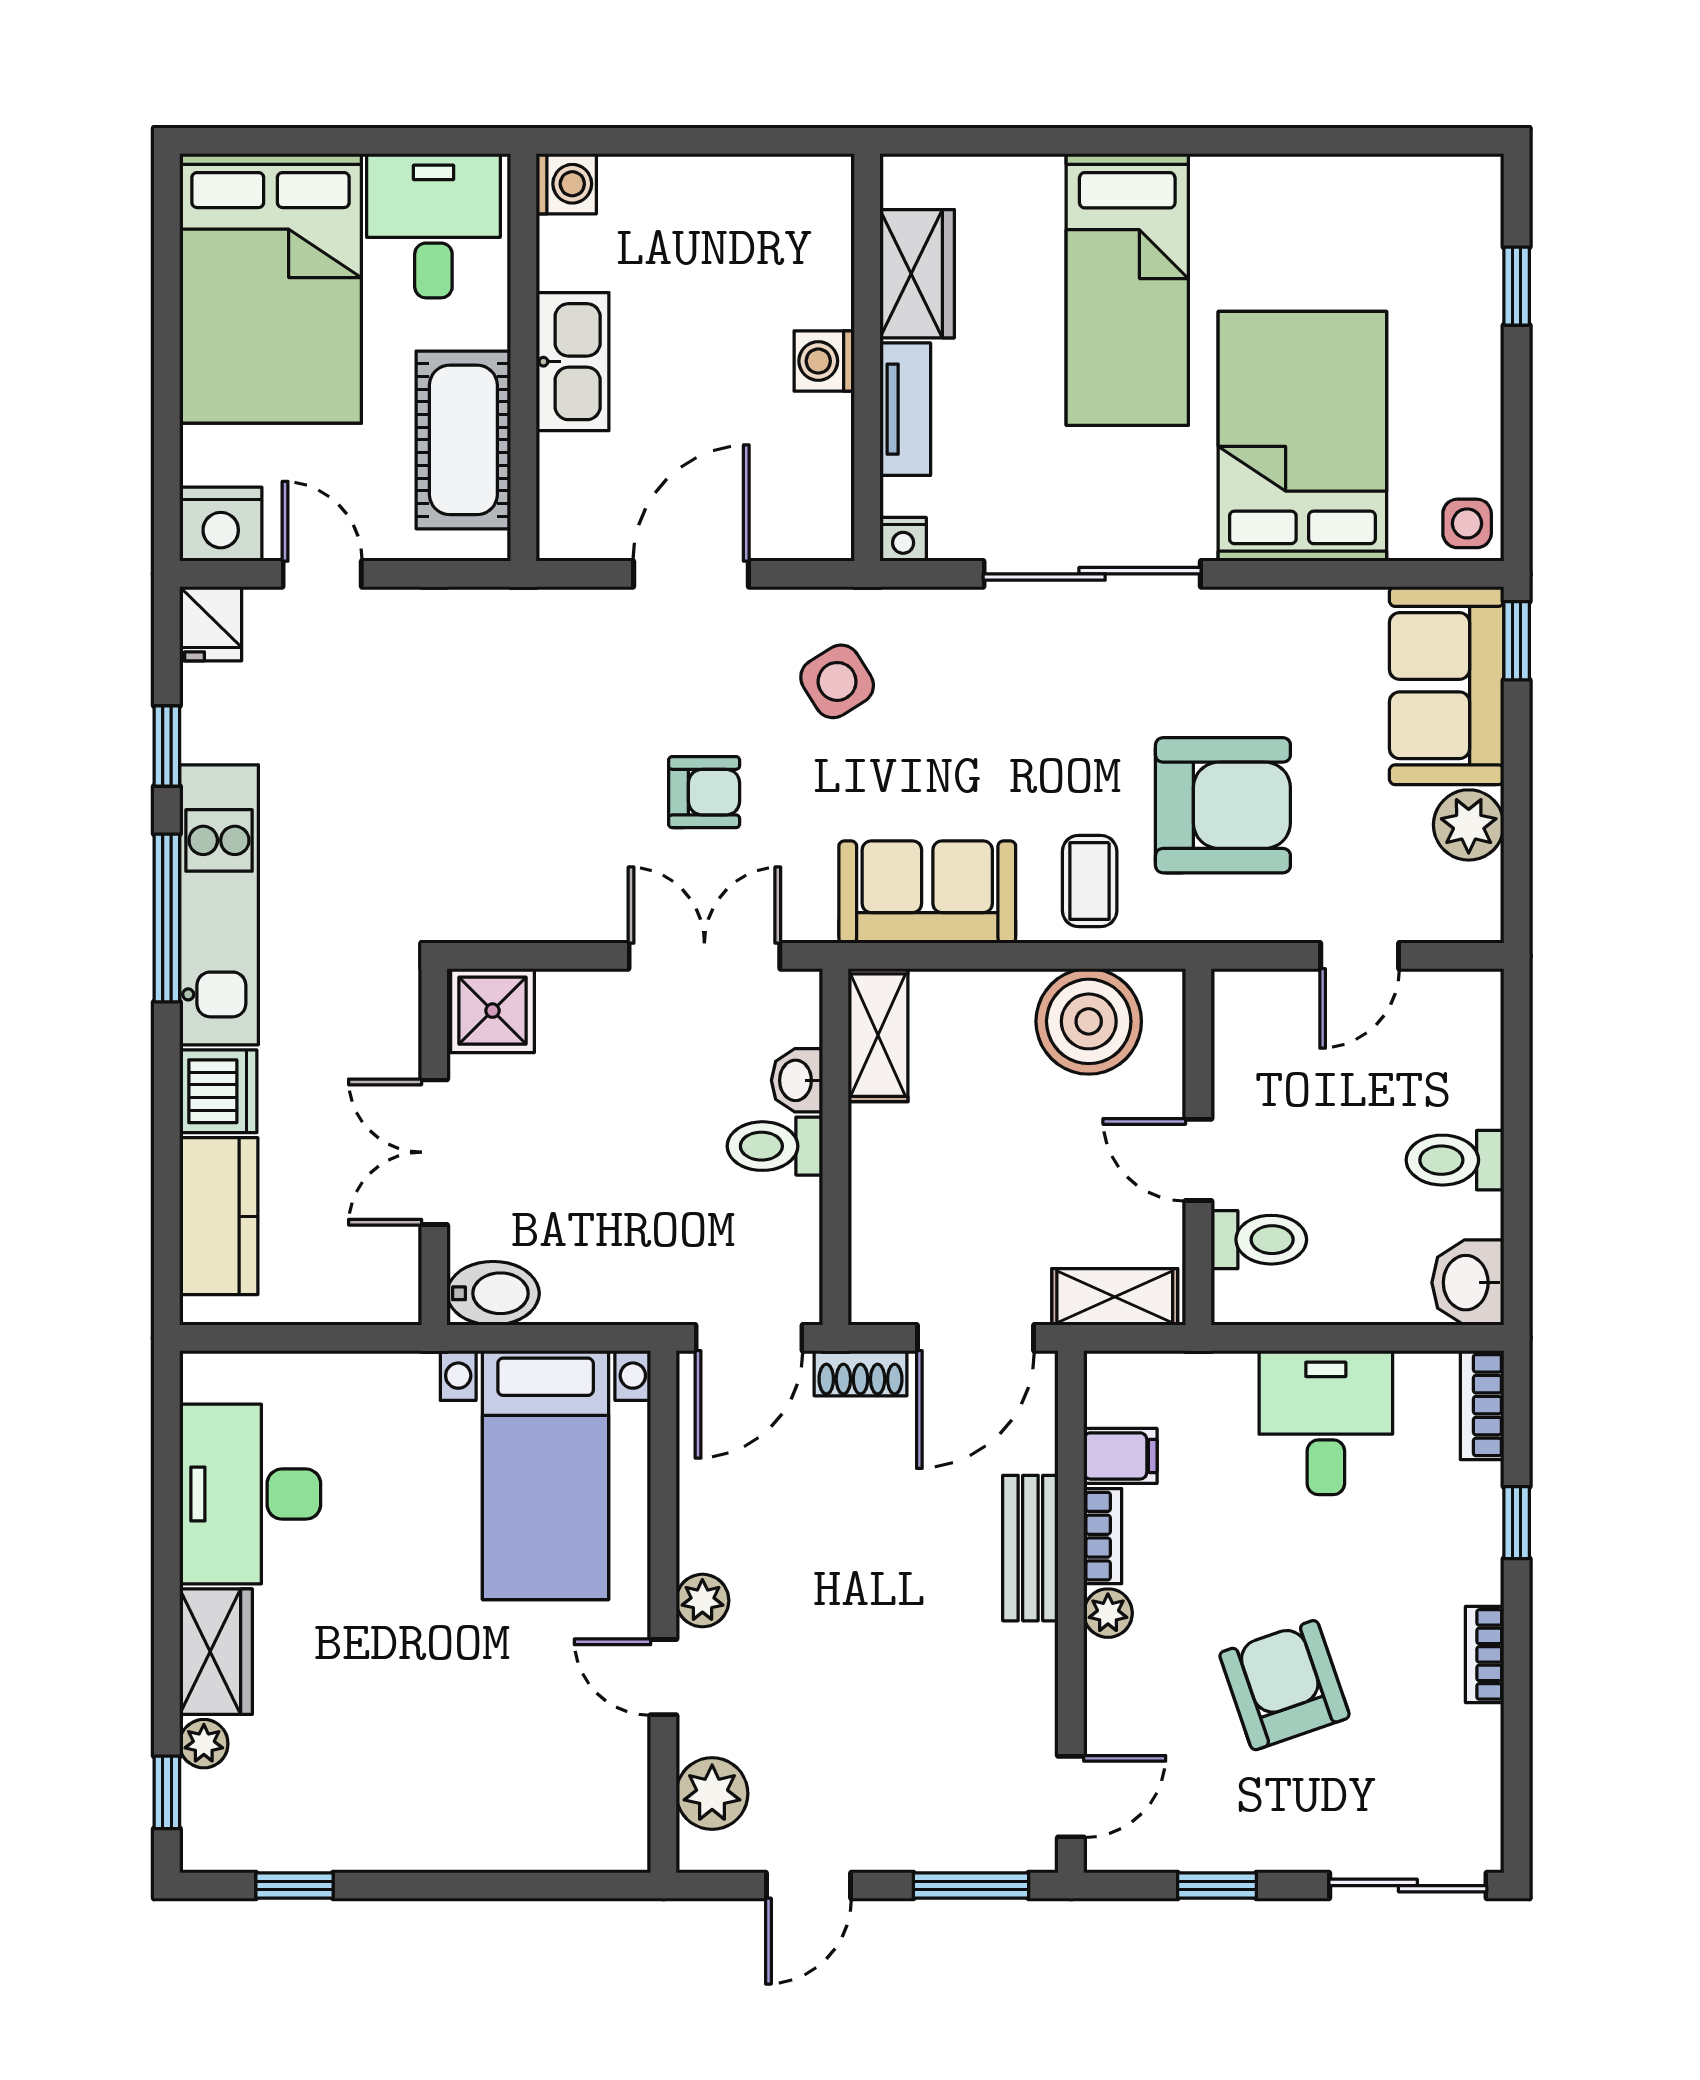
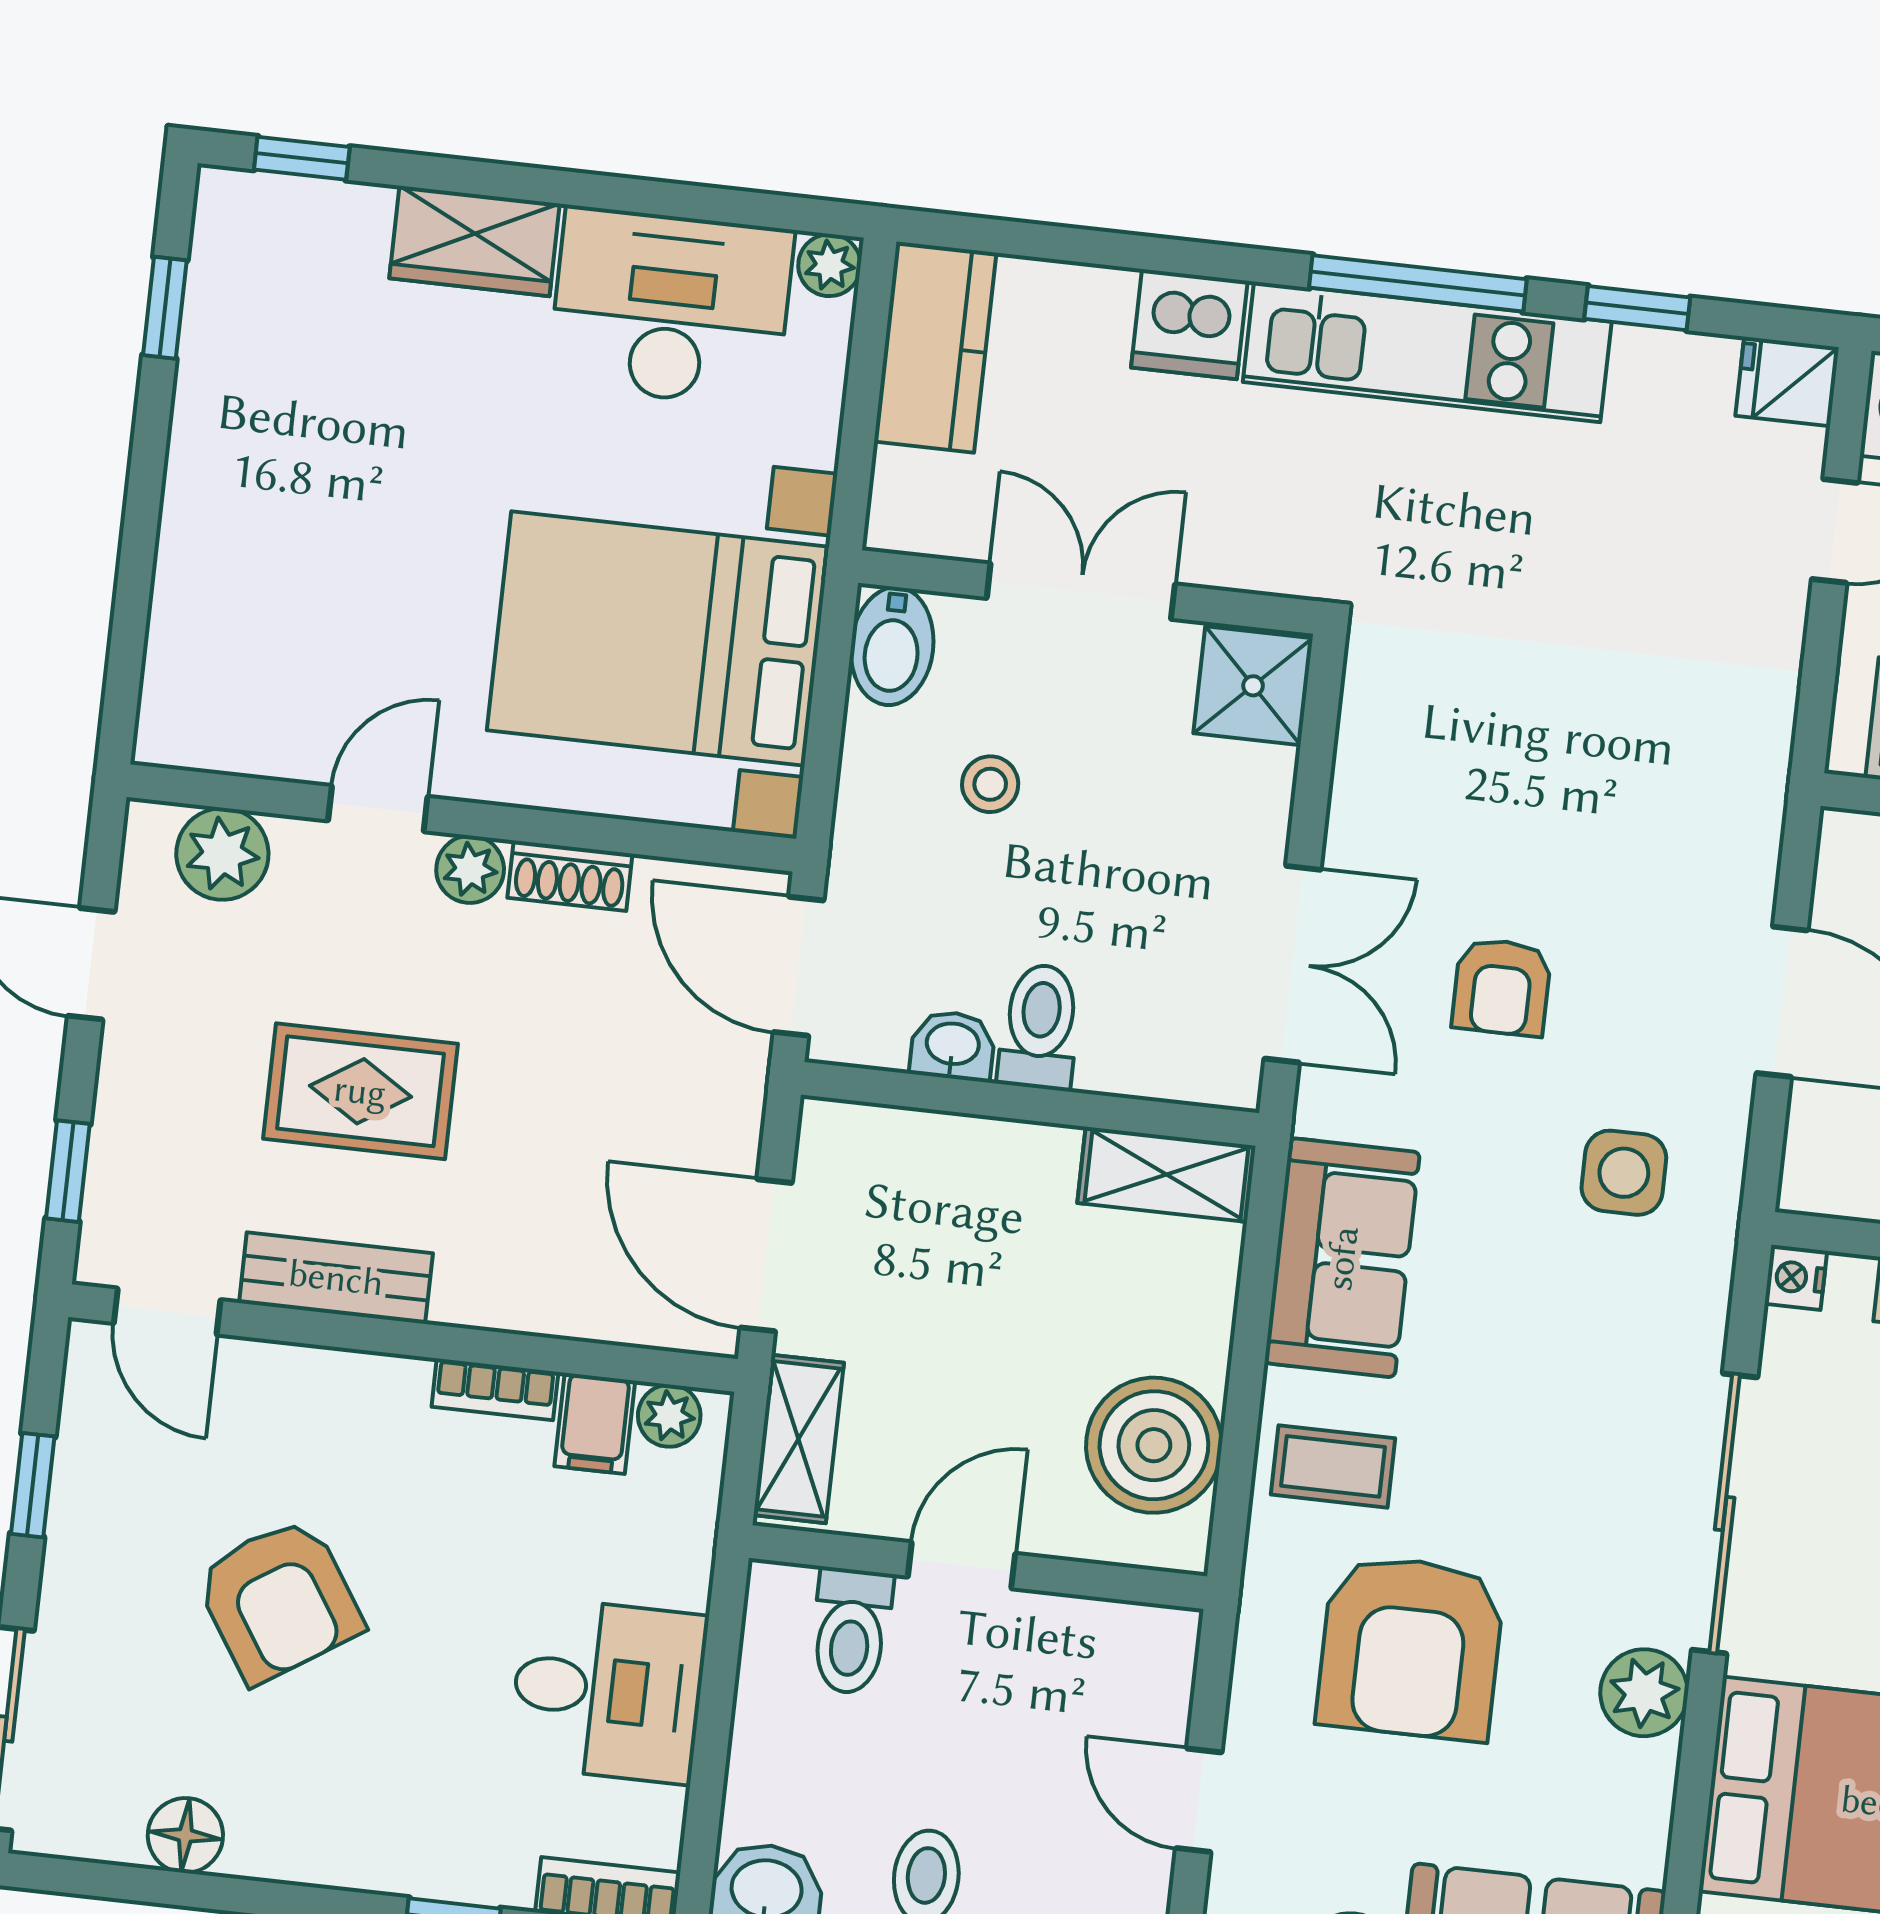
plant: (1238, 621) -> (1644, 1693), added
side table: (837, 681) -> (1624, 1173), turned 32
washbasin: (797, 1080) -> (953, 1046), moved
stool: (591, 1205) -> (990, 784), added
kitchen counter: (219, 1216) -> (935, 347), moved, turned -90
shoe rack: (860, 1373) -> (570, 876), moved, turned -90
bed with nightstands: (546, 1475) -> (658, 639), width x1.36
bench: (1030, 1548) -> (336, 1278), moved
plant: (1108, 1613) -> (669, 1416), moved
bookcase: (1485, 1654) -> (289, 1860), removed
rug: (884, 1666) -> (360, 1091), added
armchair: (1284, 1685) -> (279, 1600), turned 76
floor lamp: (1475, 1737) -> (185, 1835), added
plant: (204, 1744) -> (829, 265), moved
window: (971, 1886) -> (68, 1171), width x0.67

